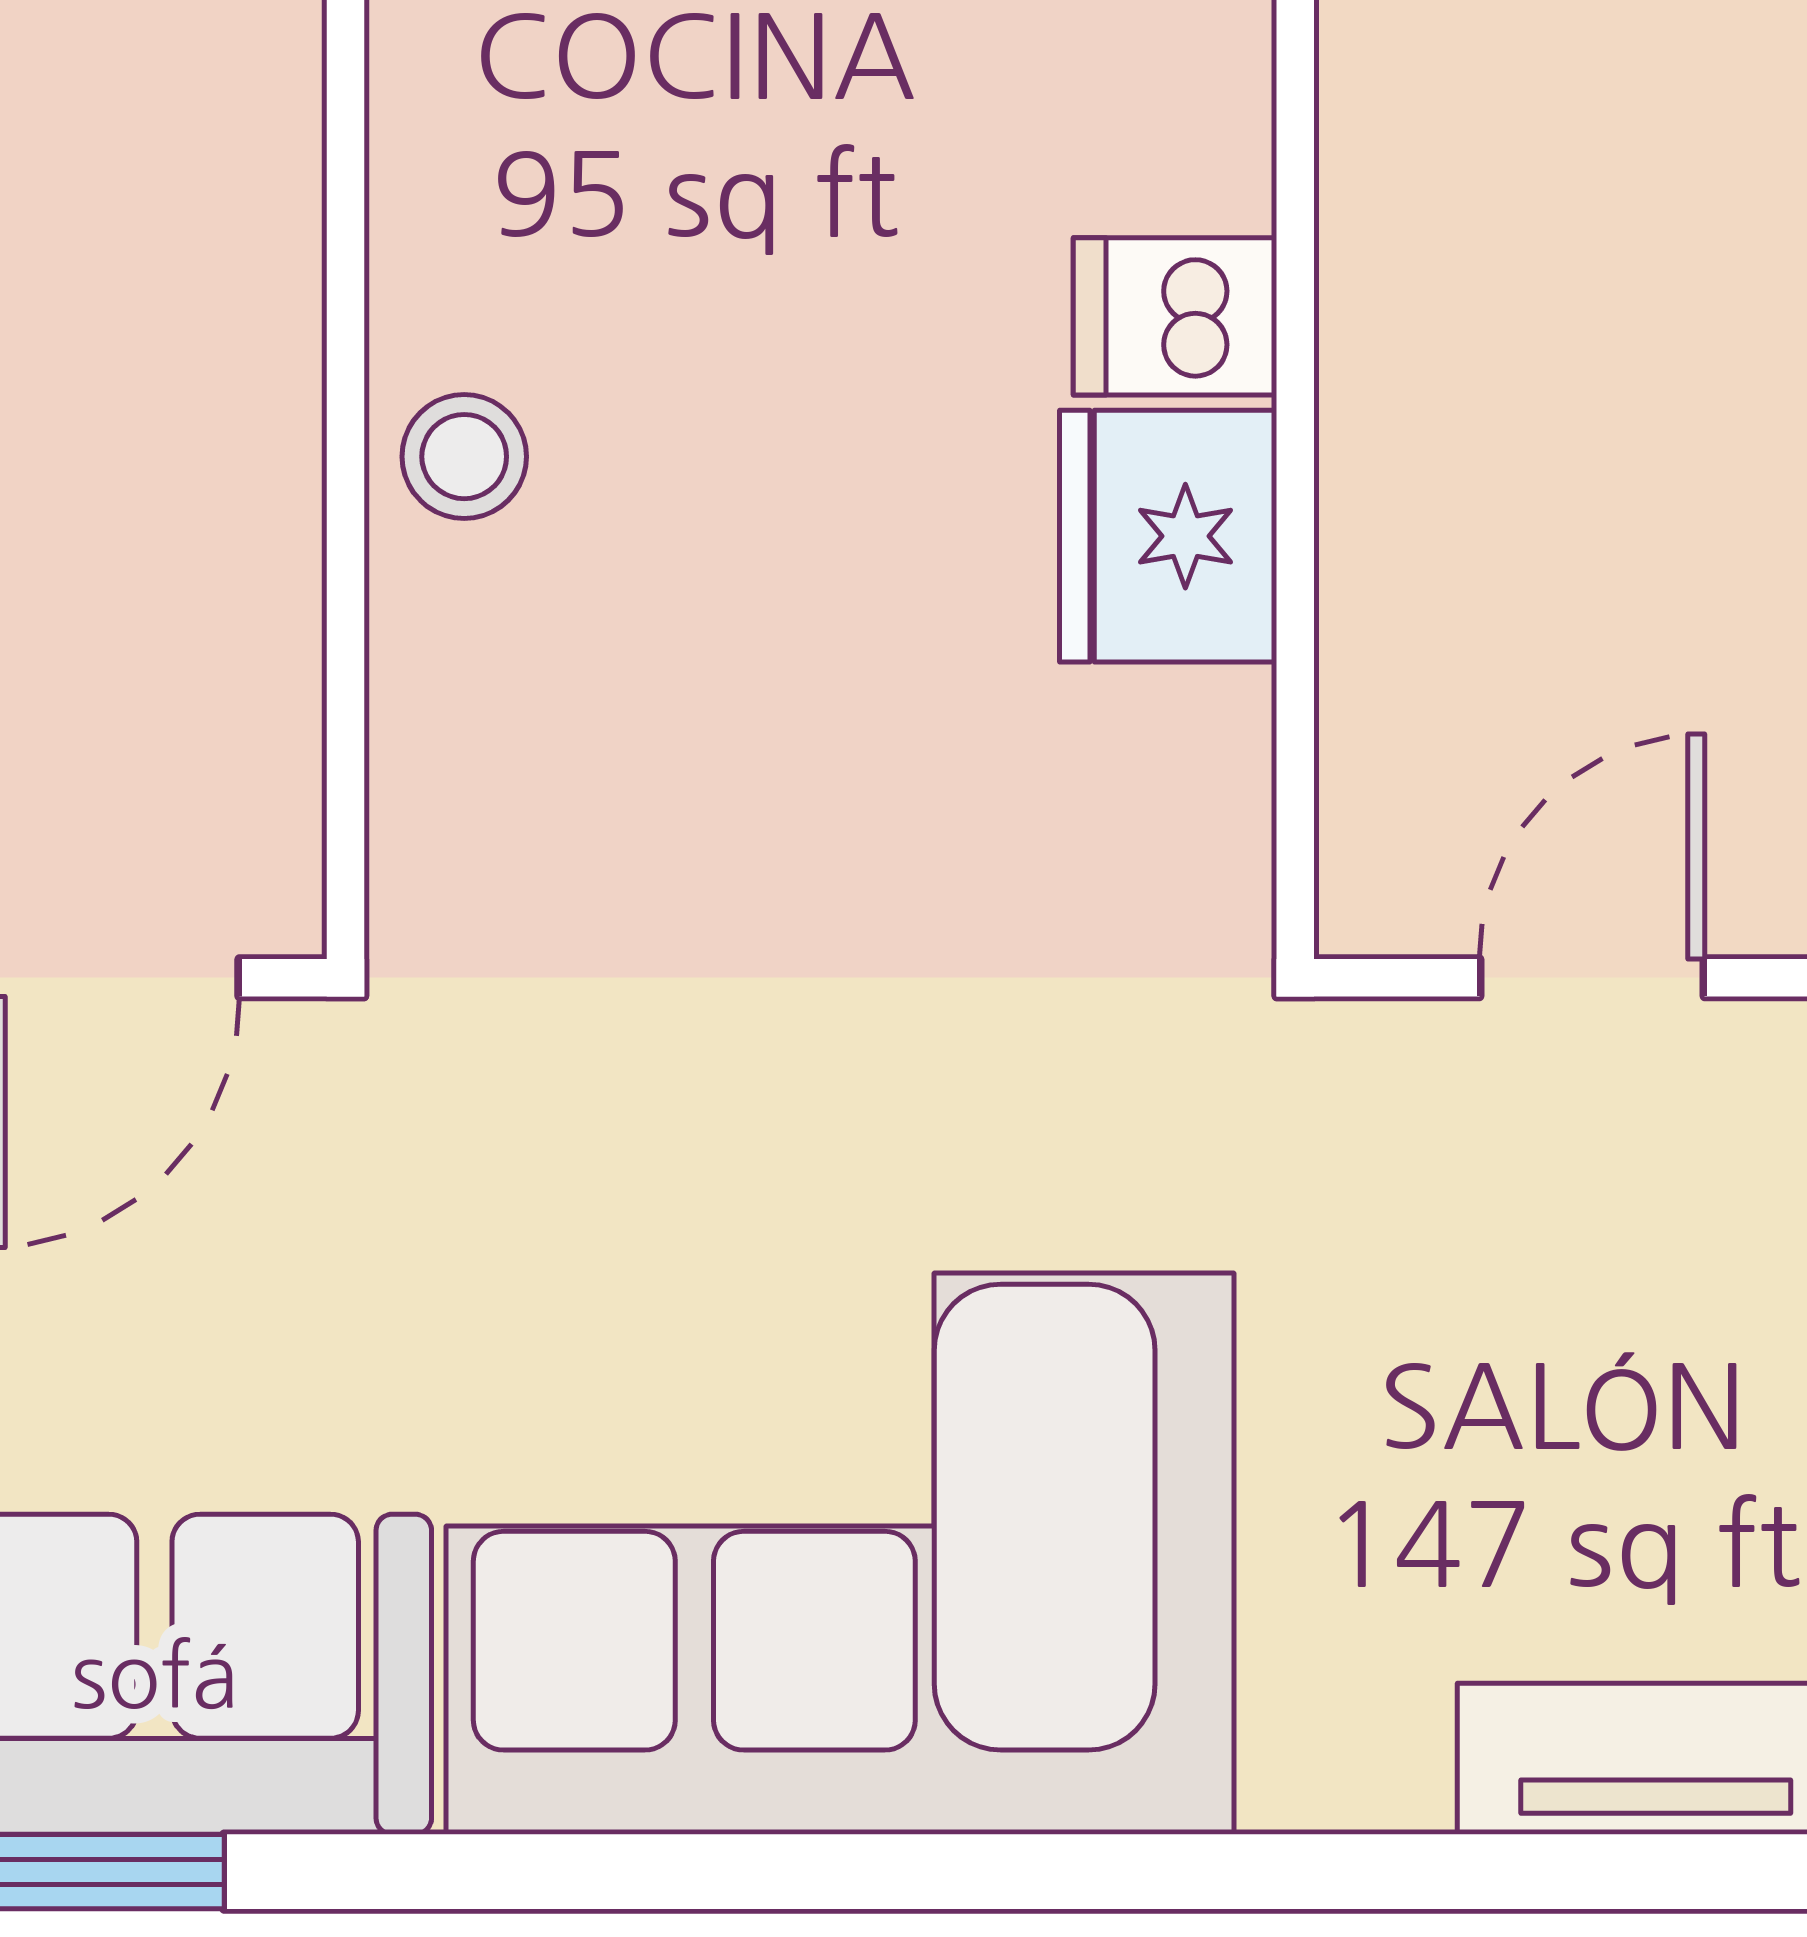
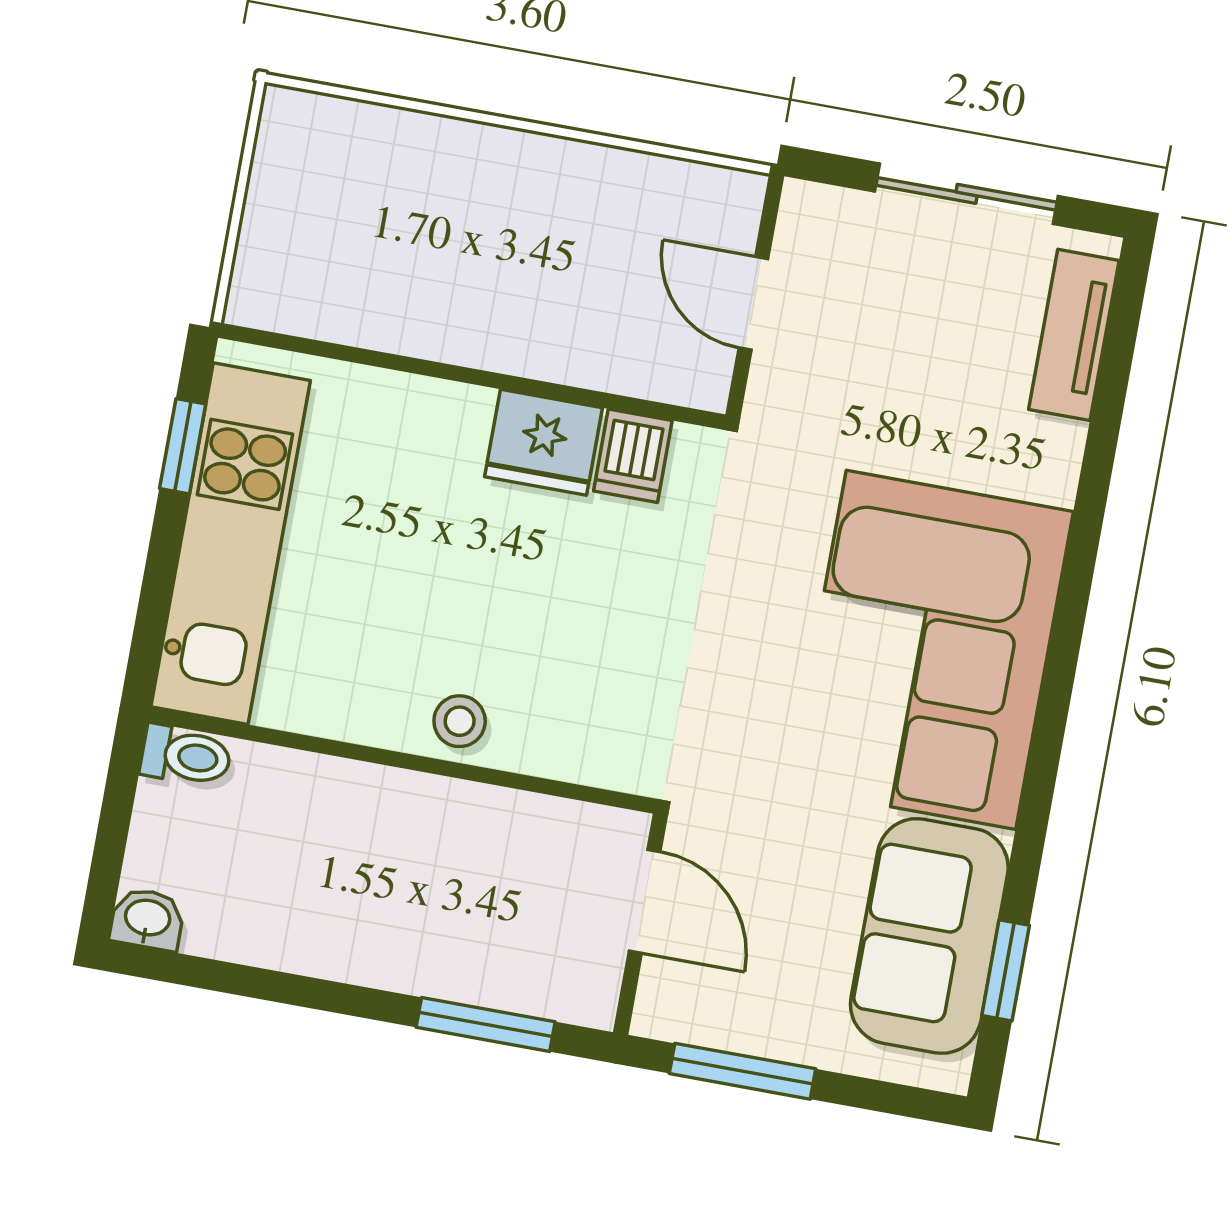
dishwasher: (1175, 316) -> (633, 456), moved

